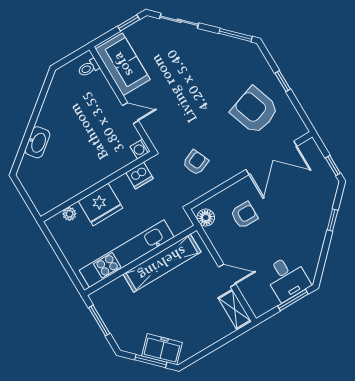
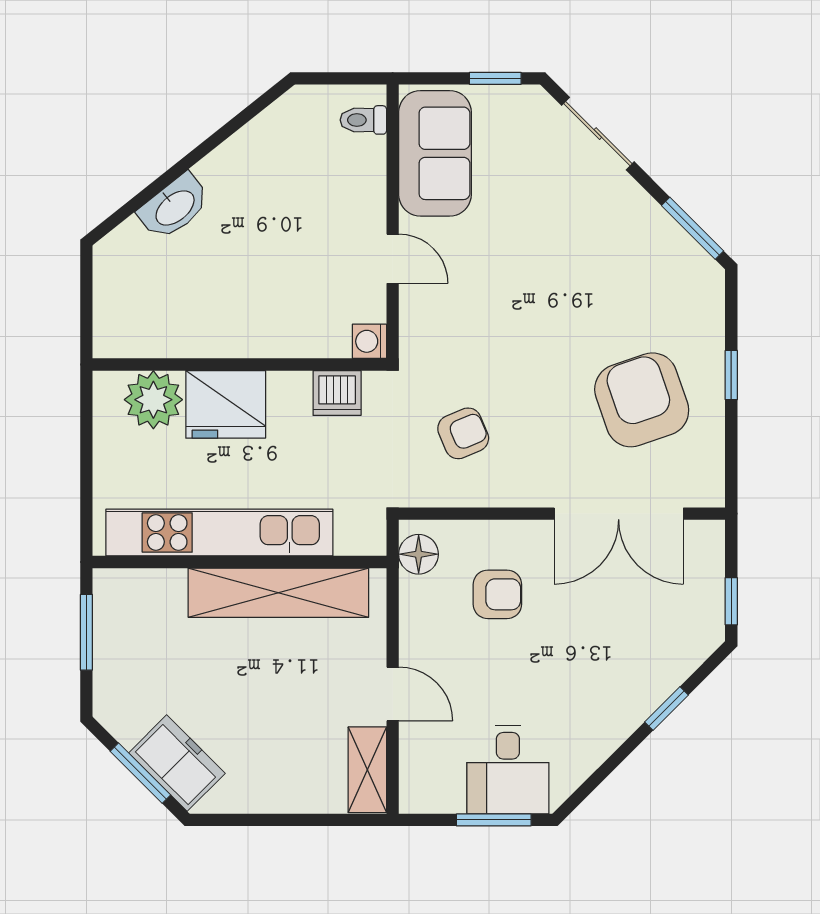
plant: (69, 214) -> (153, 400), width x1.87, depth x1.87

